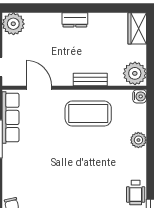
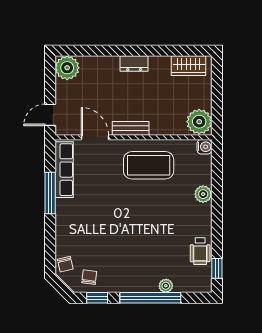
wardrobe: (137, 28) -> (189, 66), moved, turned -90
bench: (90, 80) -> (131, 128), moved

